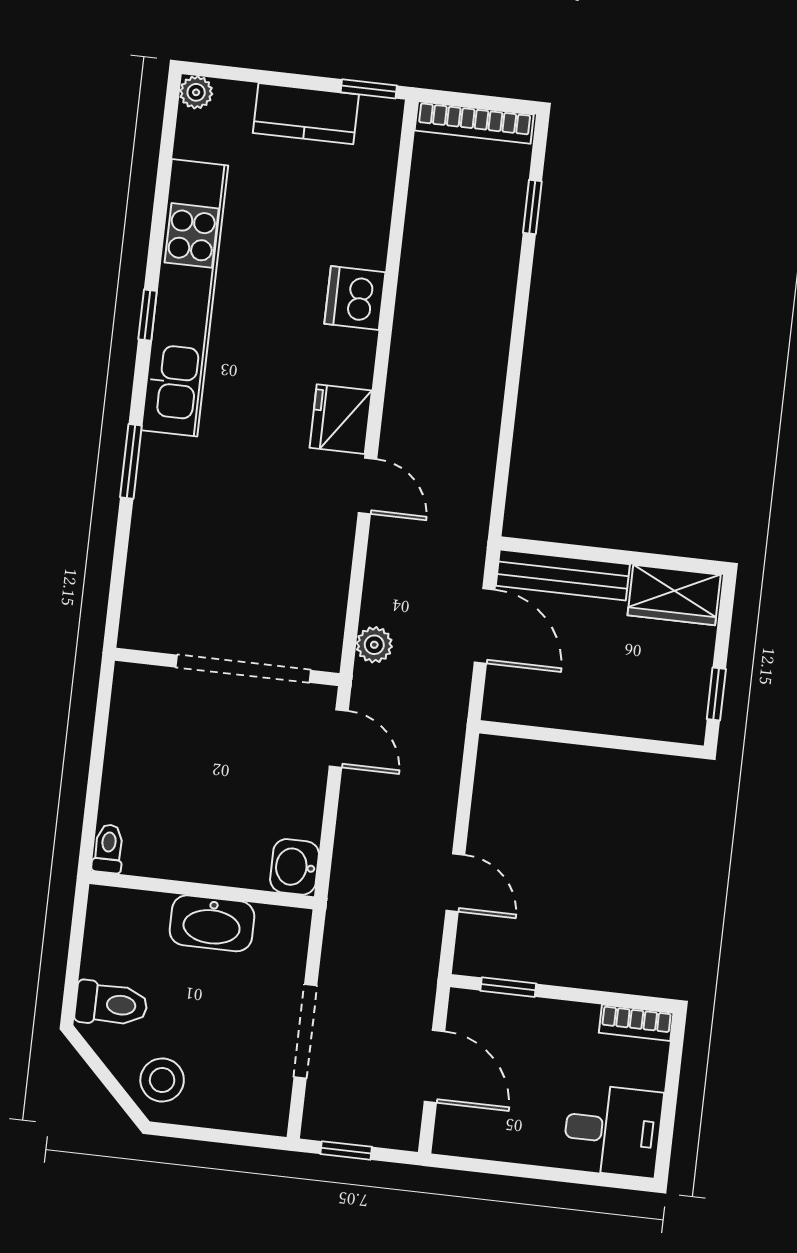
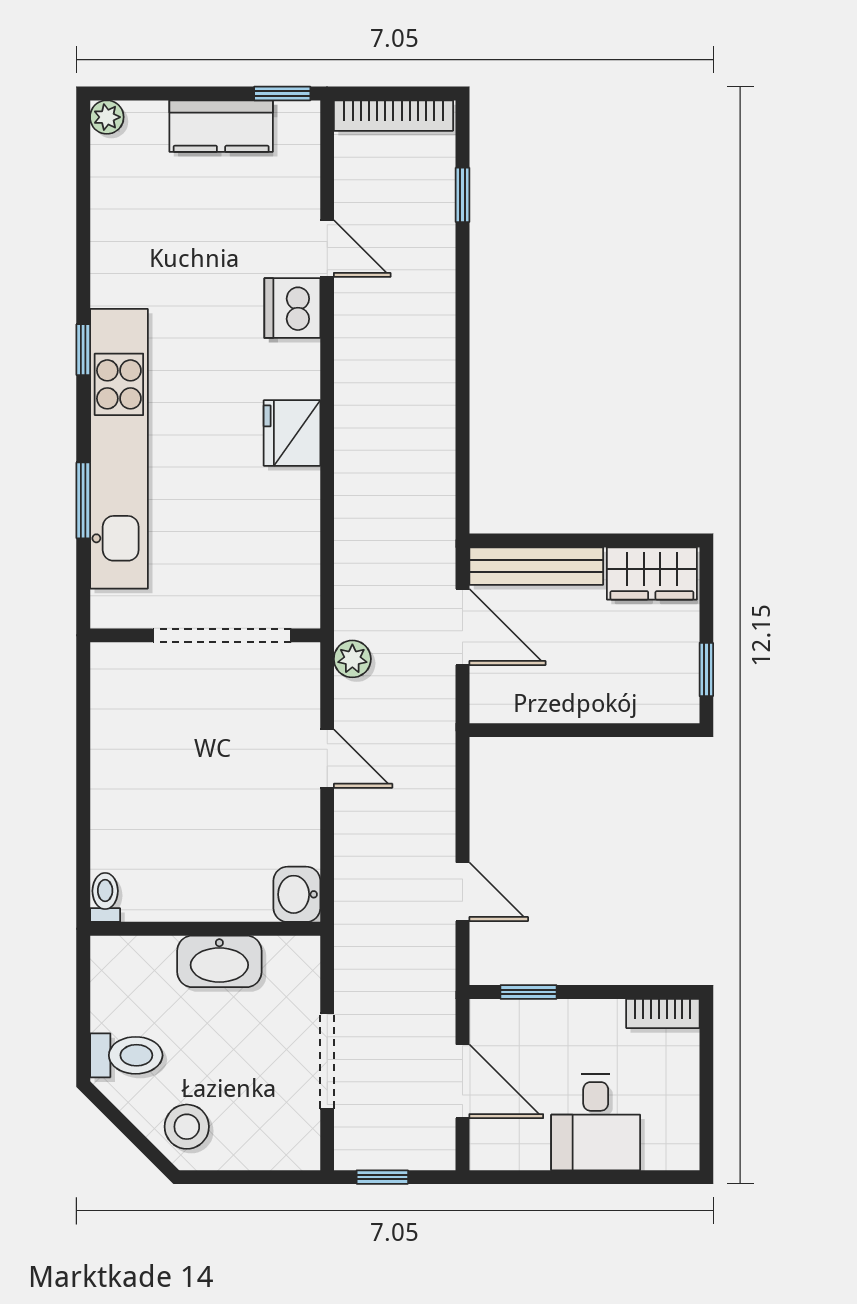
kitchen unit: (185, 298) -> (119, 449), moved
door: (368, 486) -> (327, 249), moved
wall: (227, 667) -> (205, 635), moved
doorway: (243, 669) -> (222, 635), moved
desk: (613, 1131) -> (596, 1122), moved, turned 90

